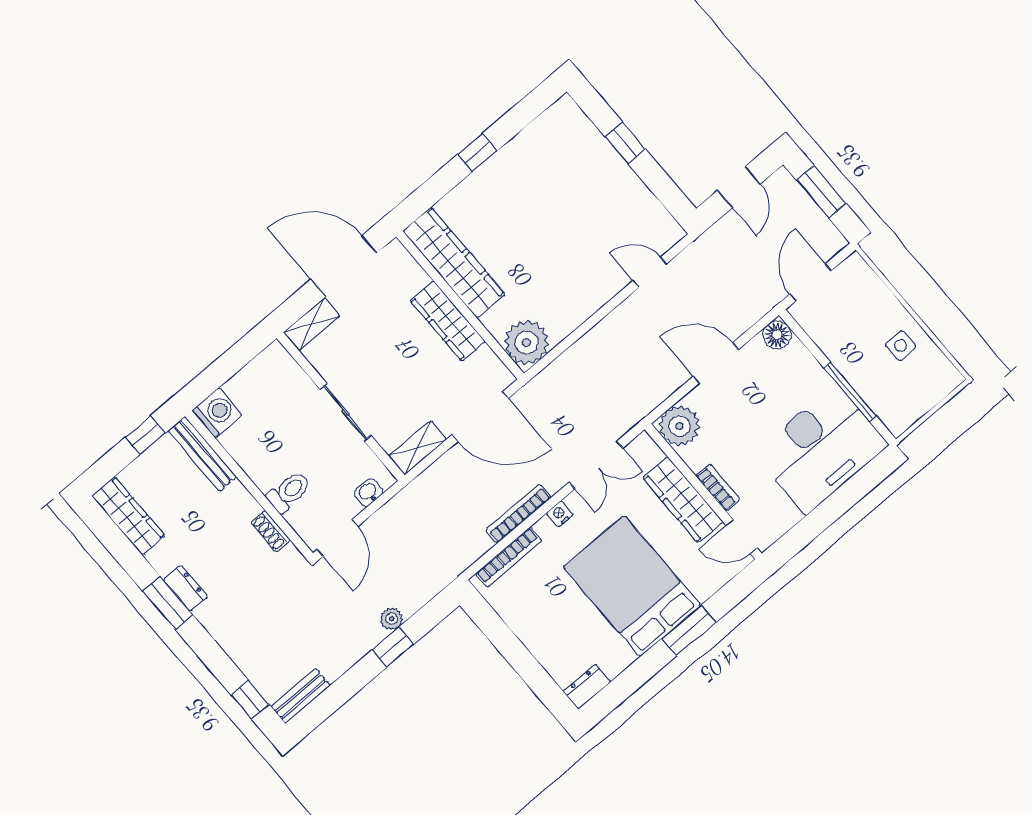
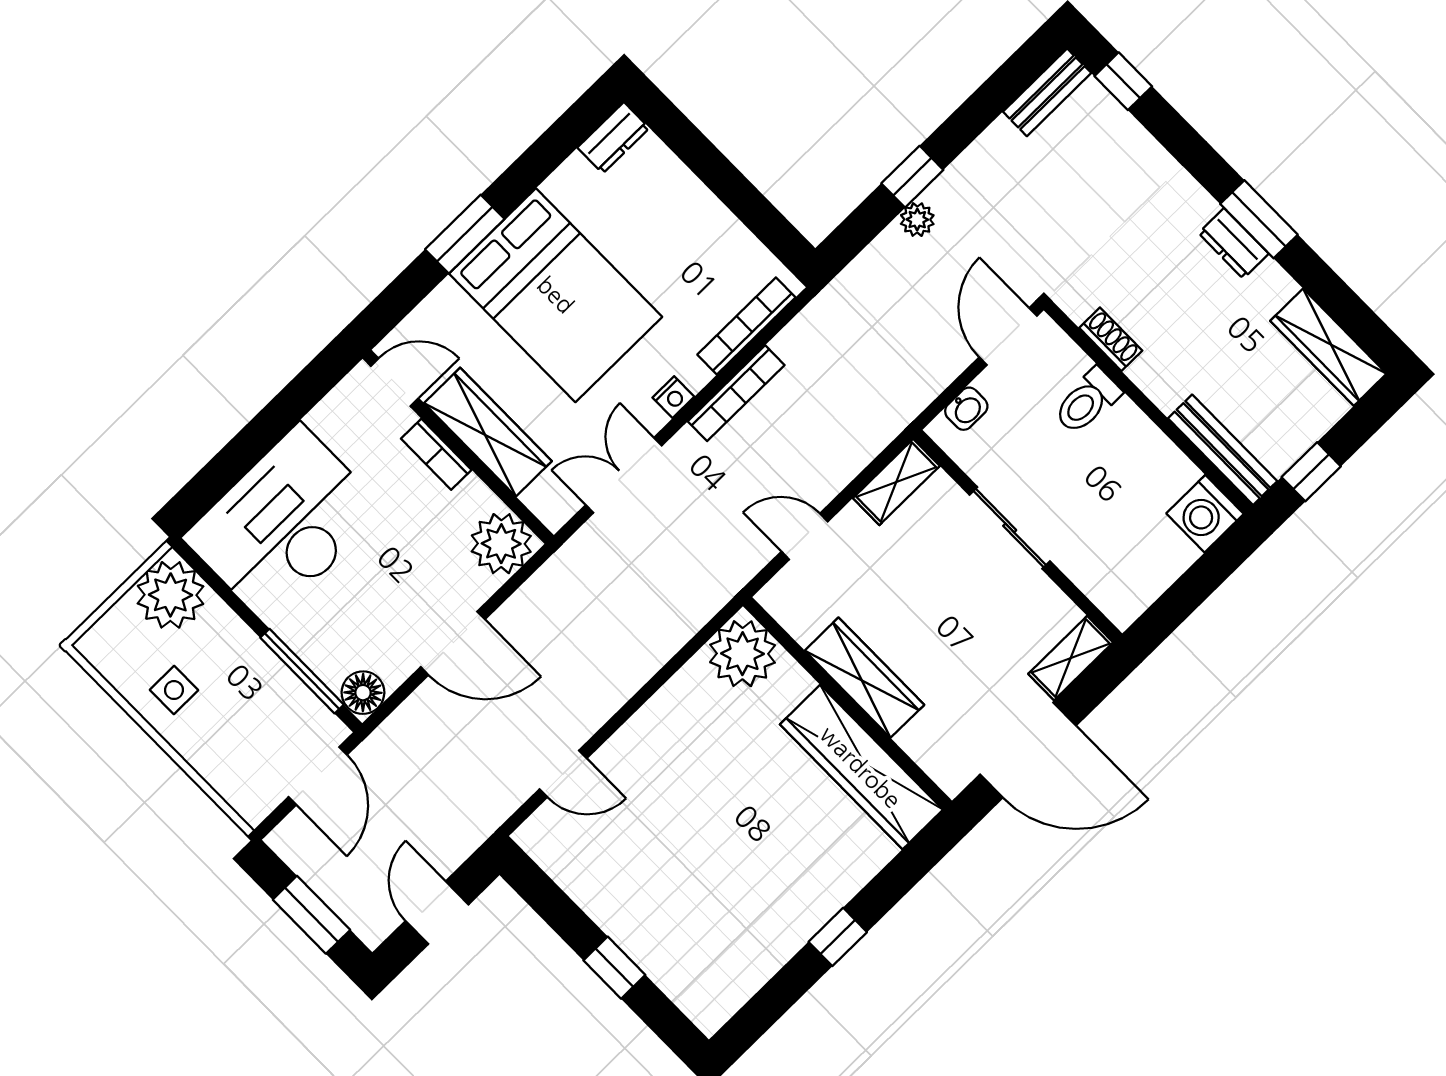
window: (850, 392) -> (302, 671), moved
plant: (899, 408) -> (170, 595), added
door: (480, 416) -> (805, 536), width x0.53

